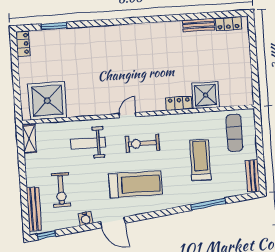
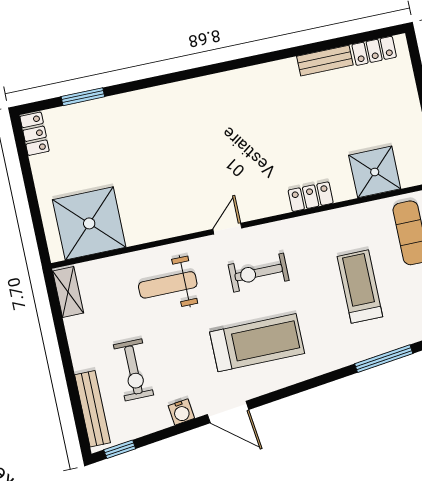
shower: (206, 95) -> (375, 172), moved

